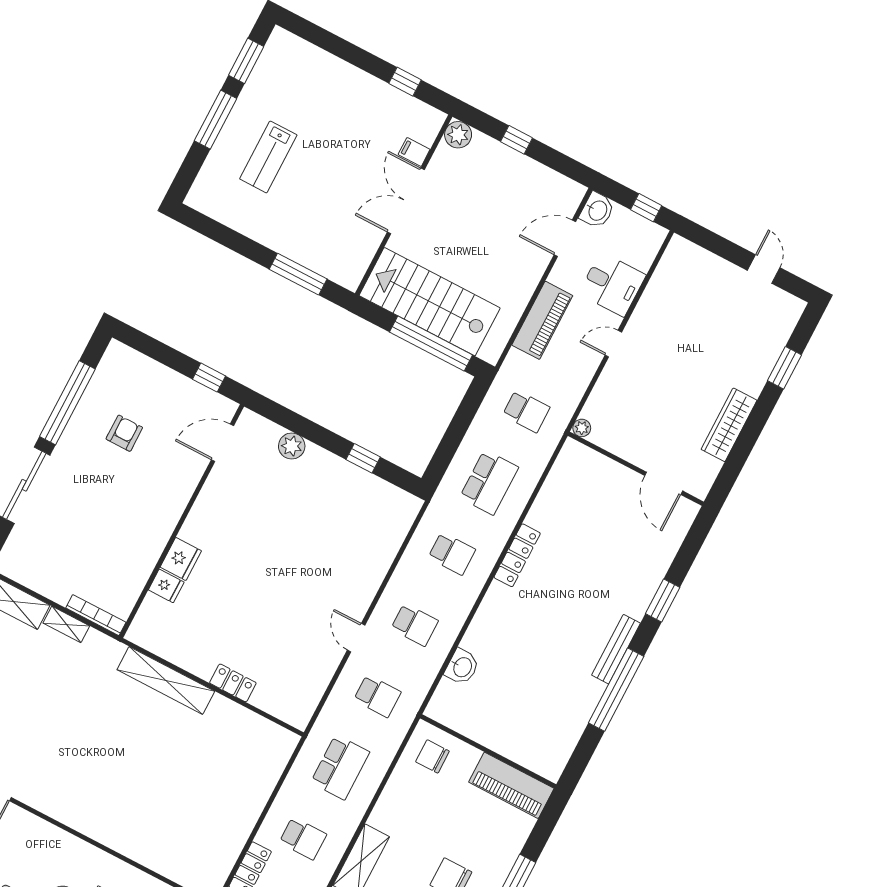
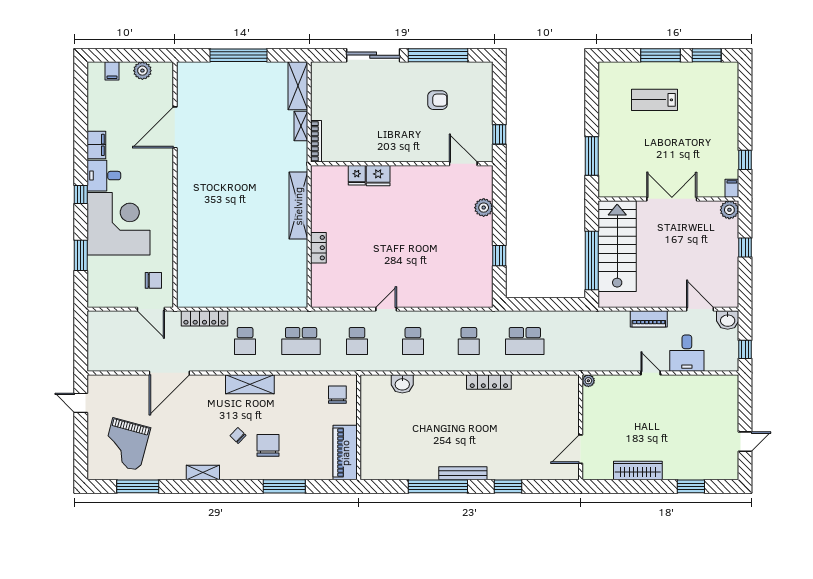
filing cabinet: (414, 152) -> (732, 188), moved
piano: (542, 320) -> (649, 319), width x0.73, depth x0.75
school desk: (526, 411) -> (581, 341), removed

